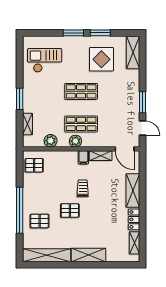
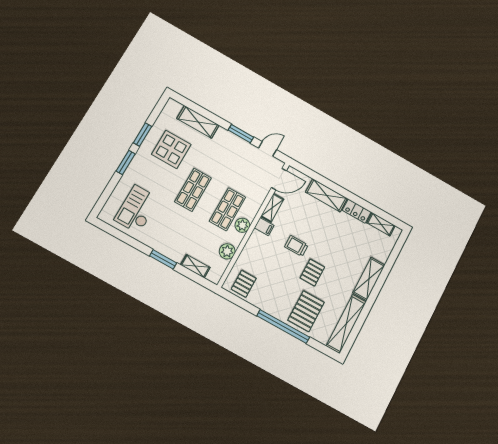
shelving: (133, 52) -> (198, 122), moved
pallet: (40, 221) -> (306, 311), width x1.50, depth x1.42

